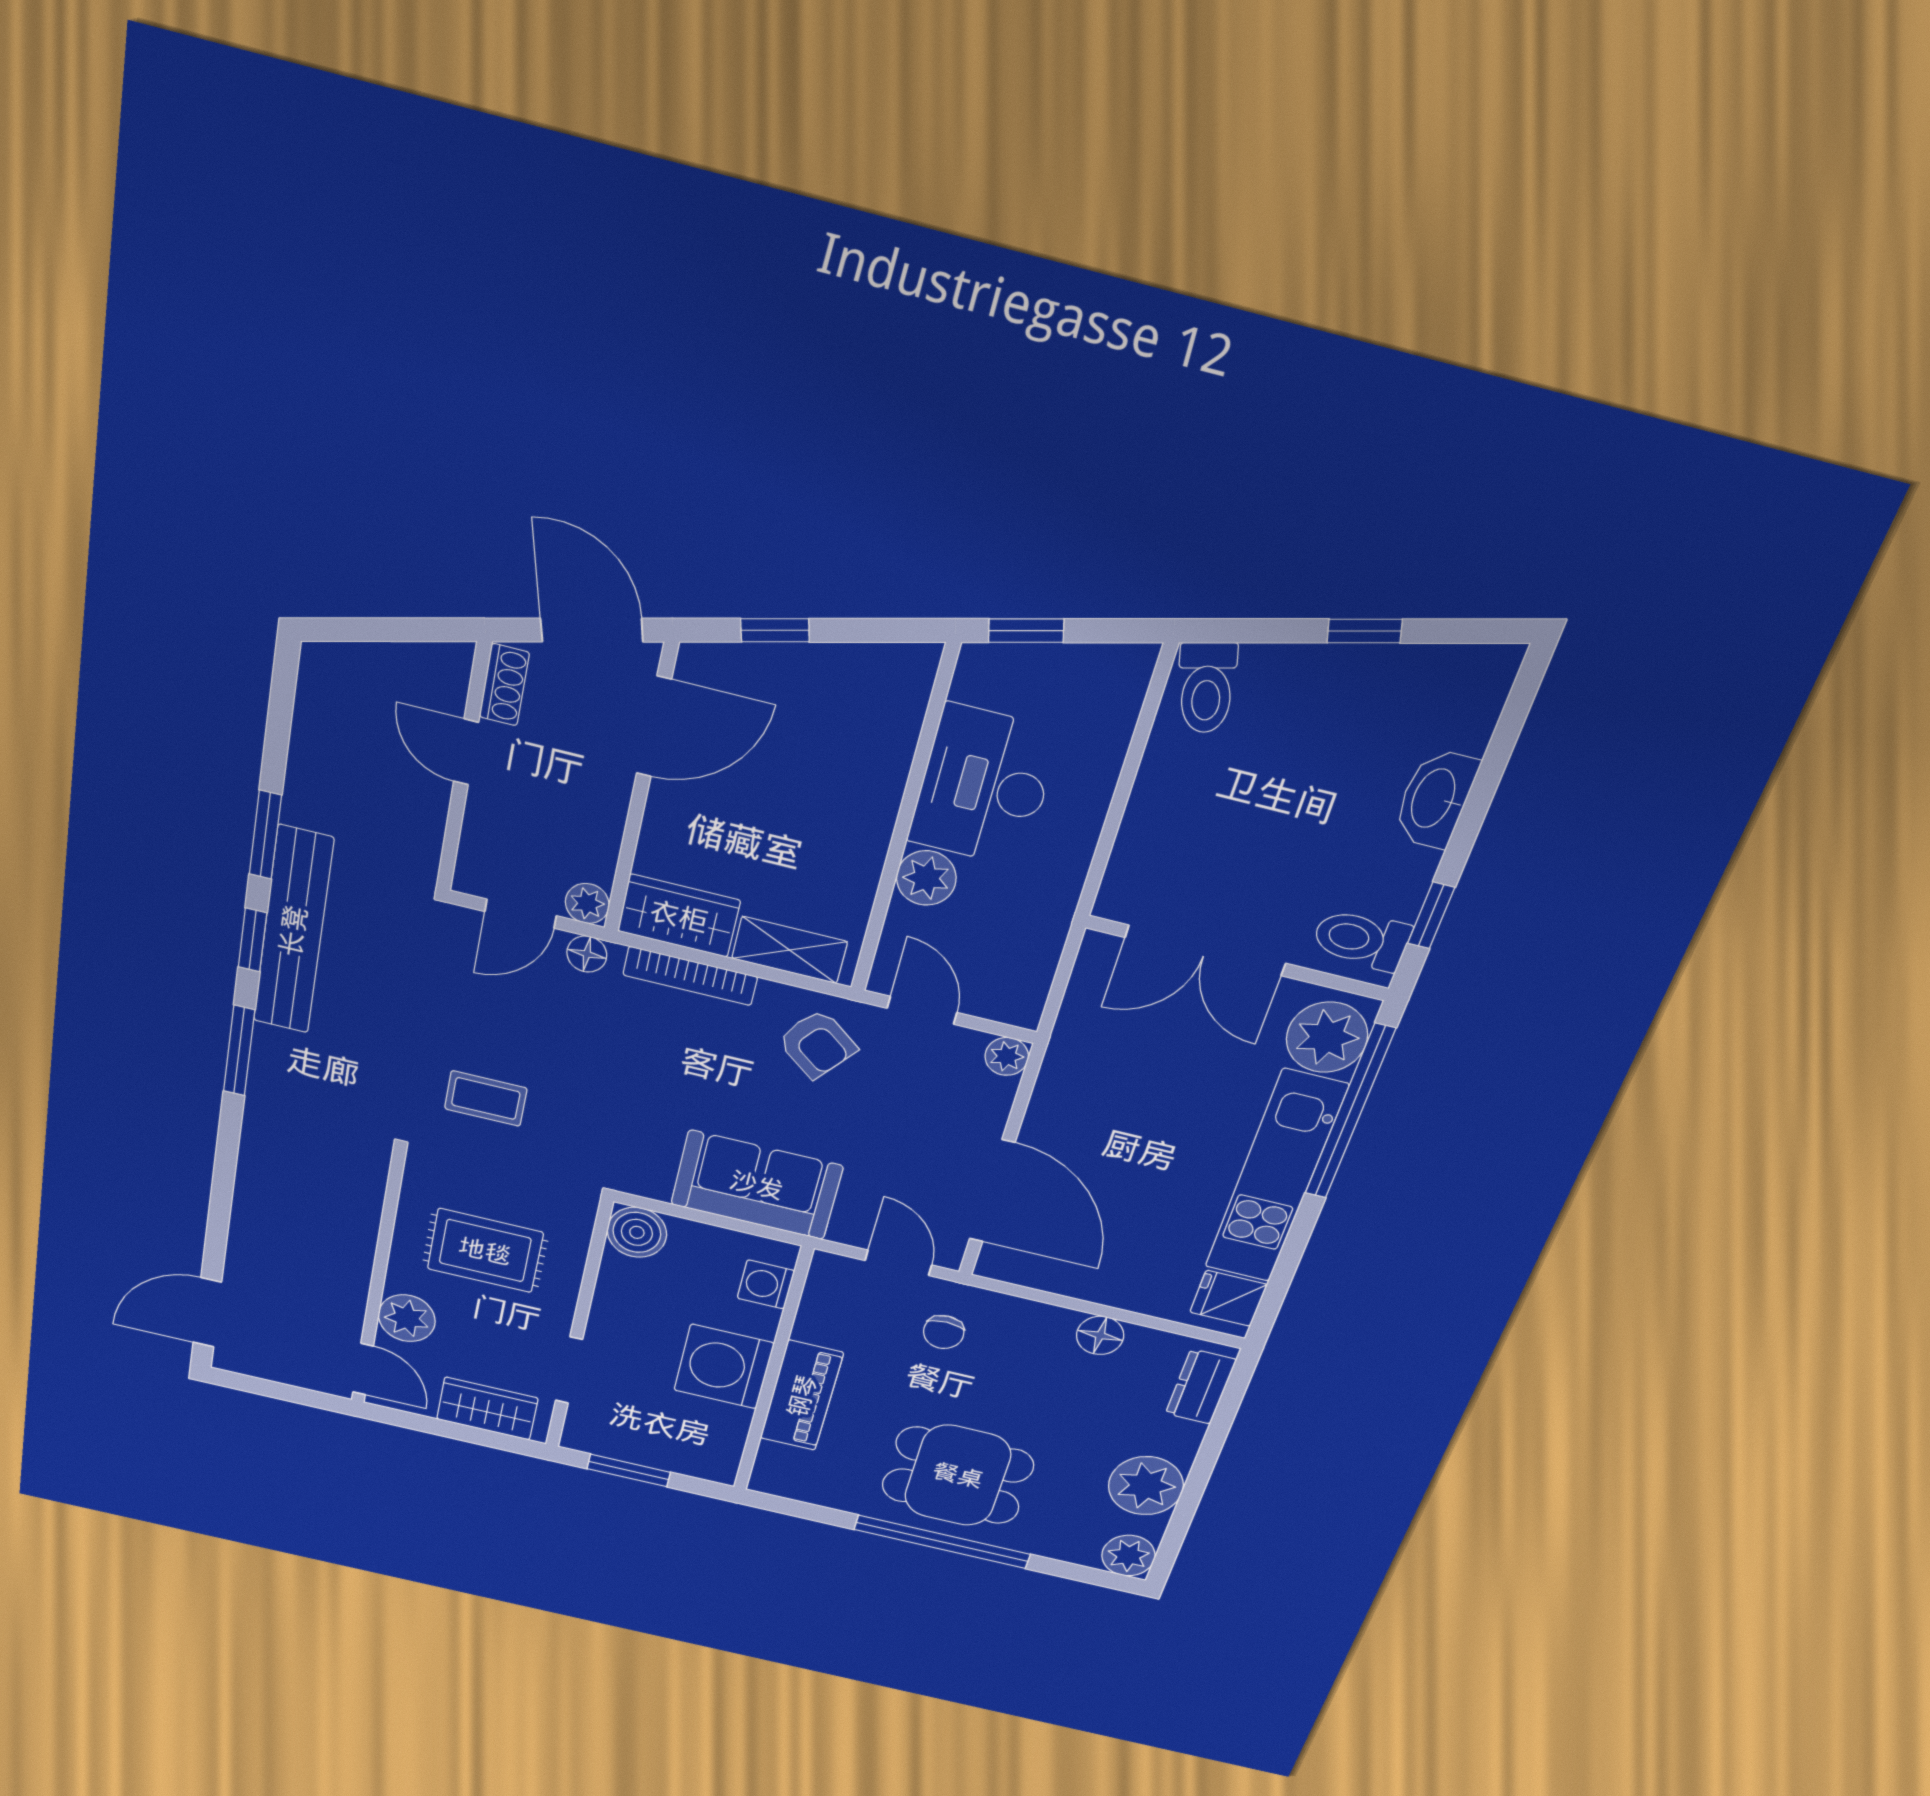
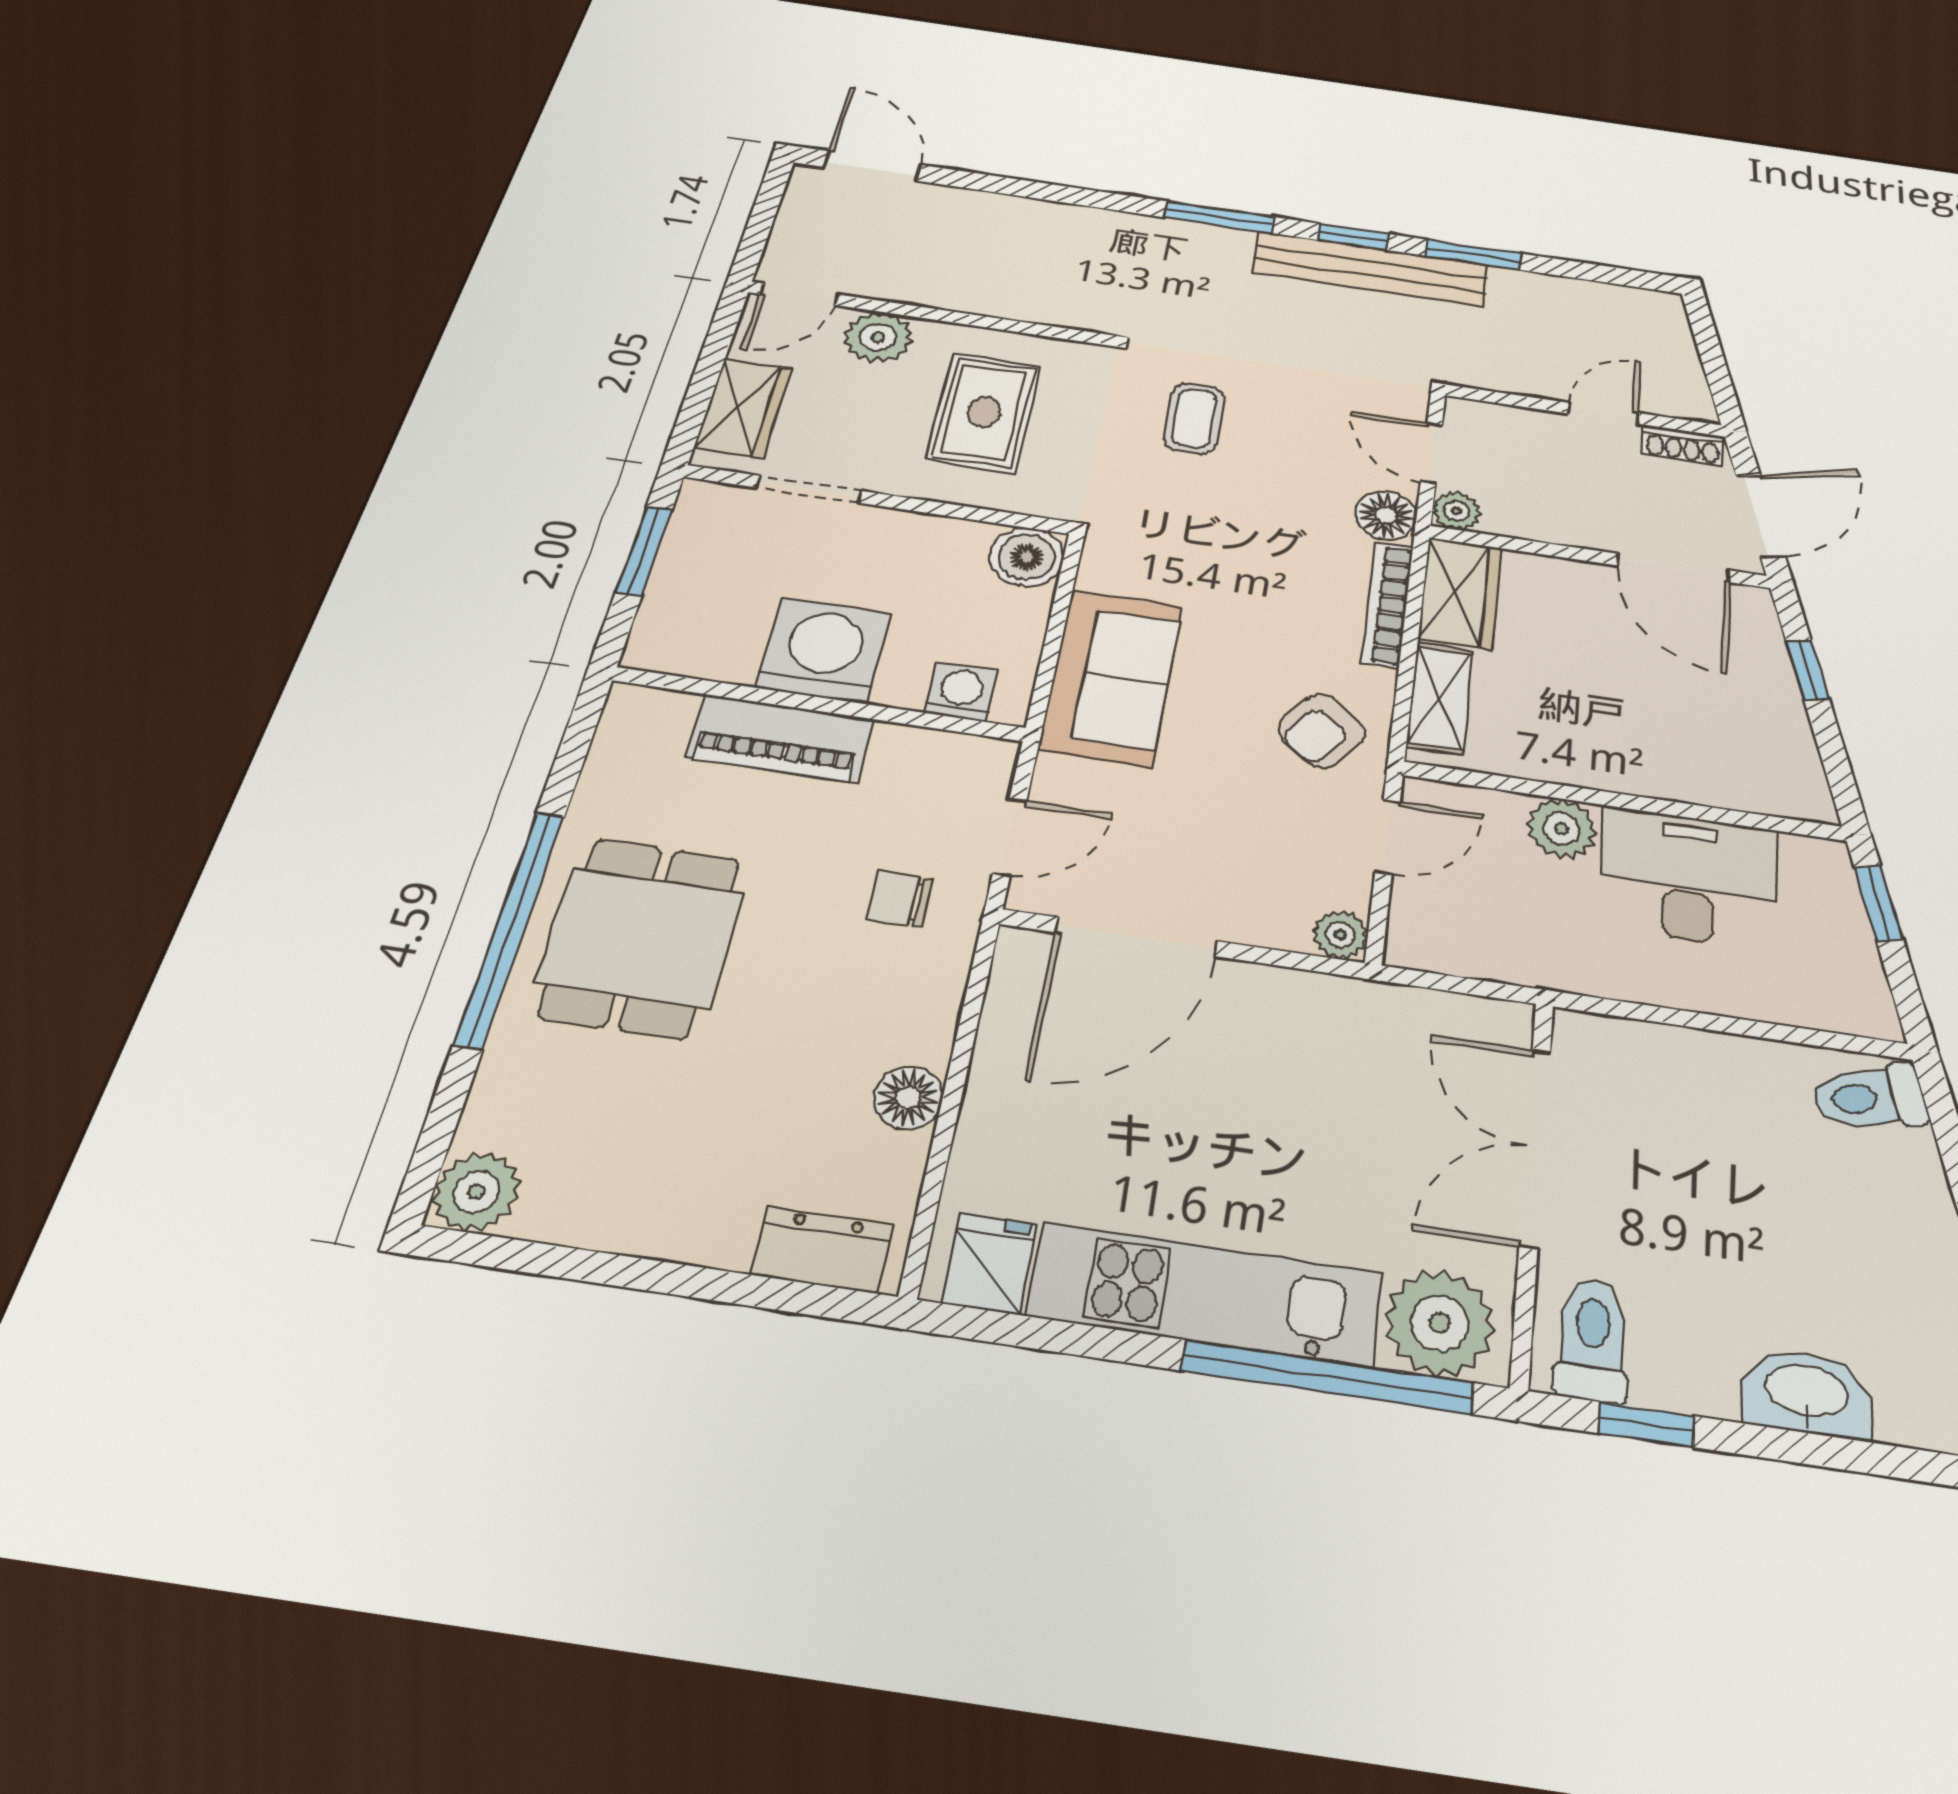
floor lamp: (587, 954) -> (1386, 515), width x1.37, depth x1.37
plant: (1146, 1486) -> (623, 1198), removed

